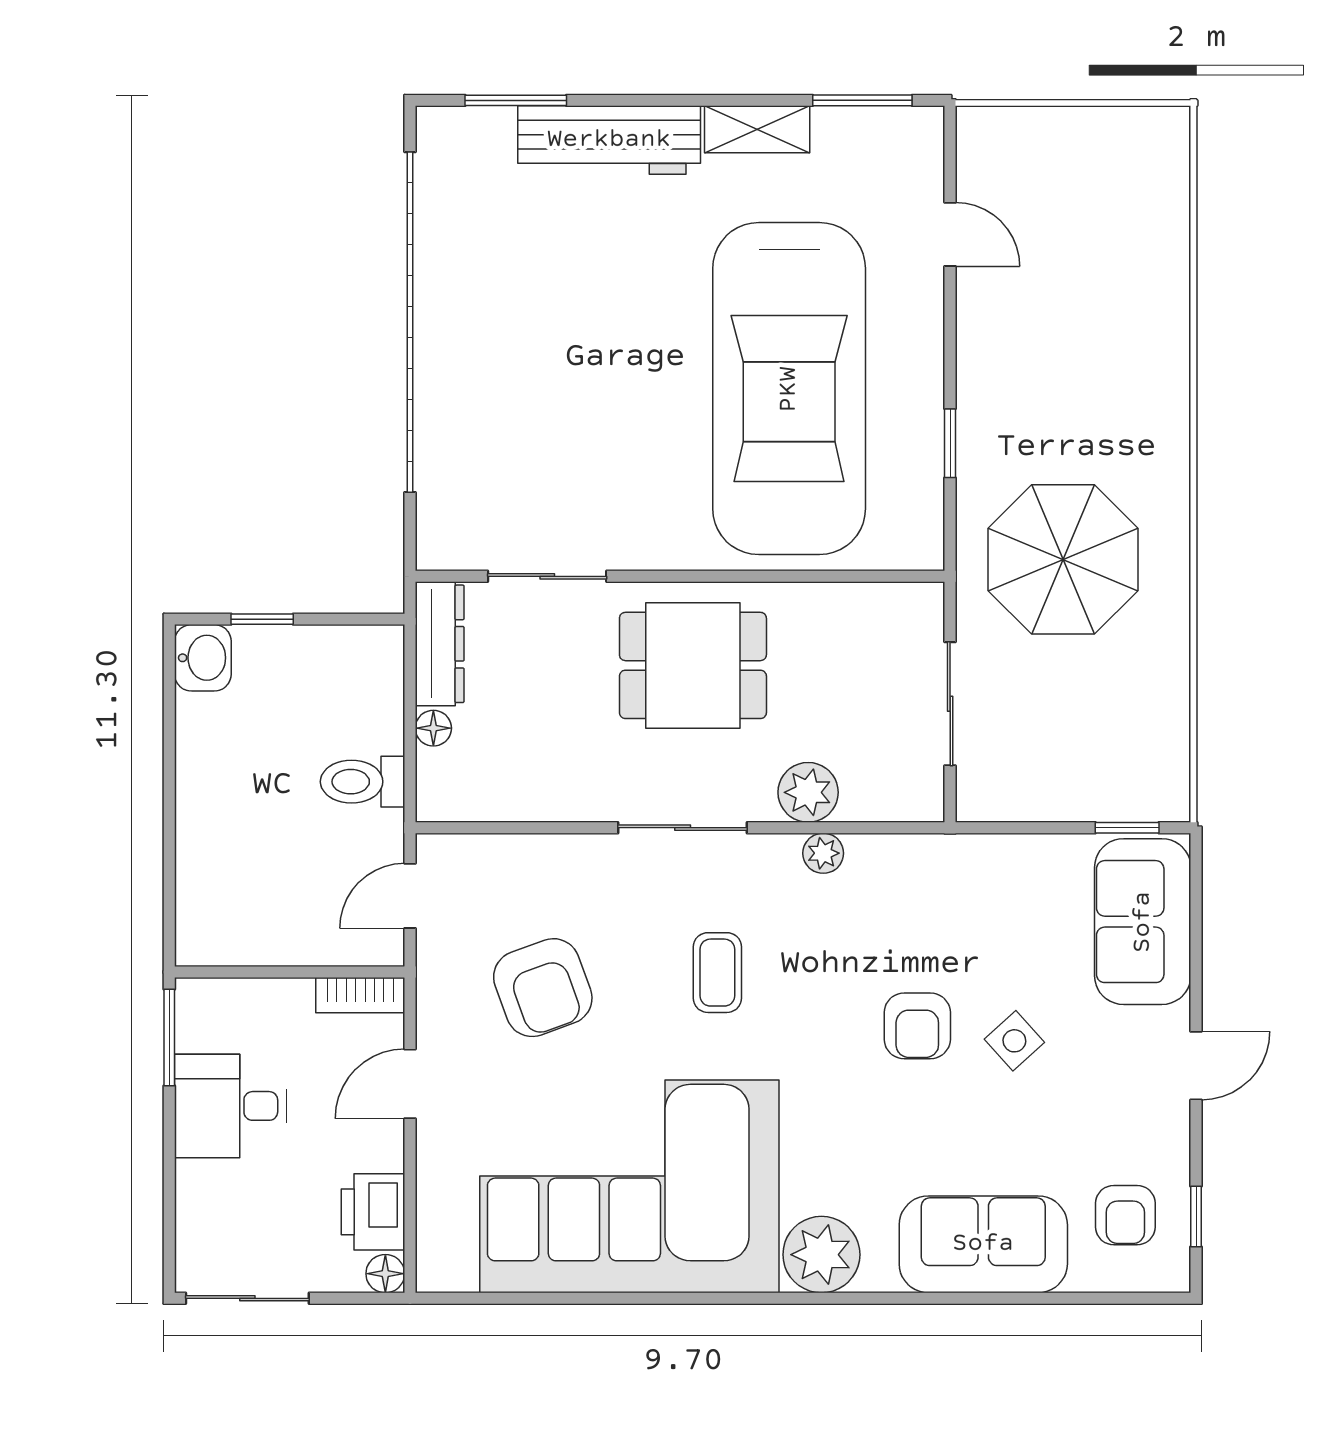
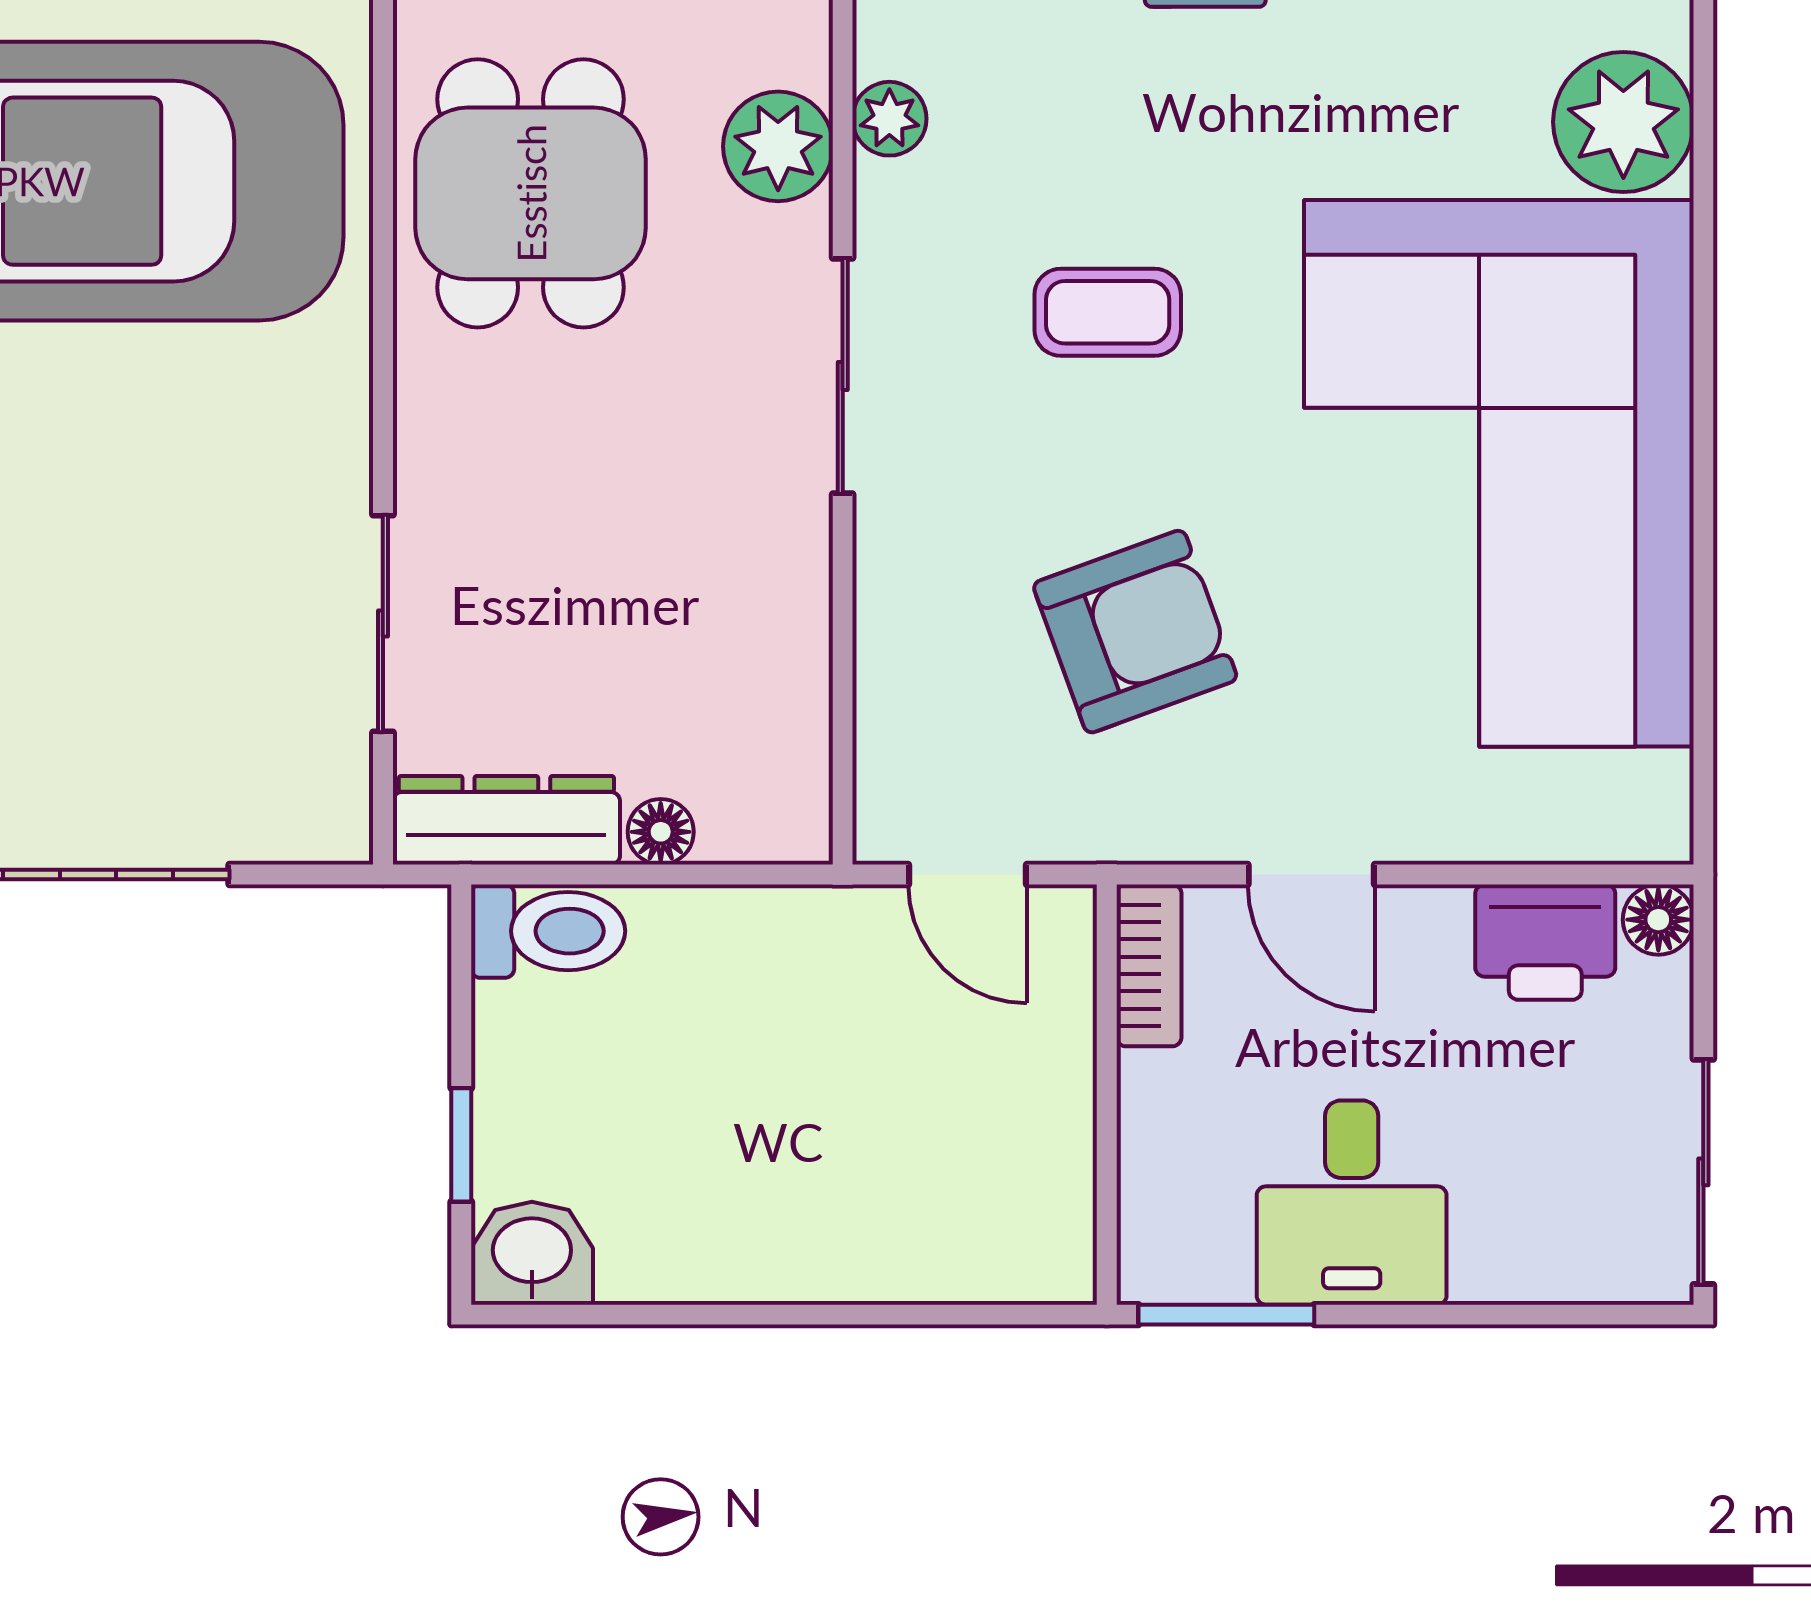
dining table: (693, 665) -> (531, 193), moved
toilet: (362, 782) -> (548, 931), moved, turned -90

